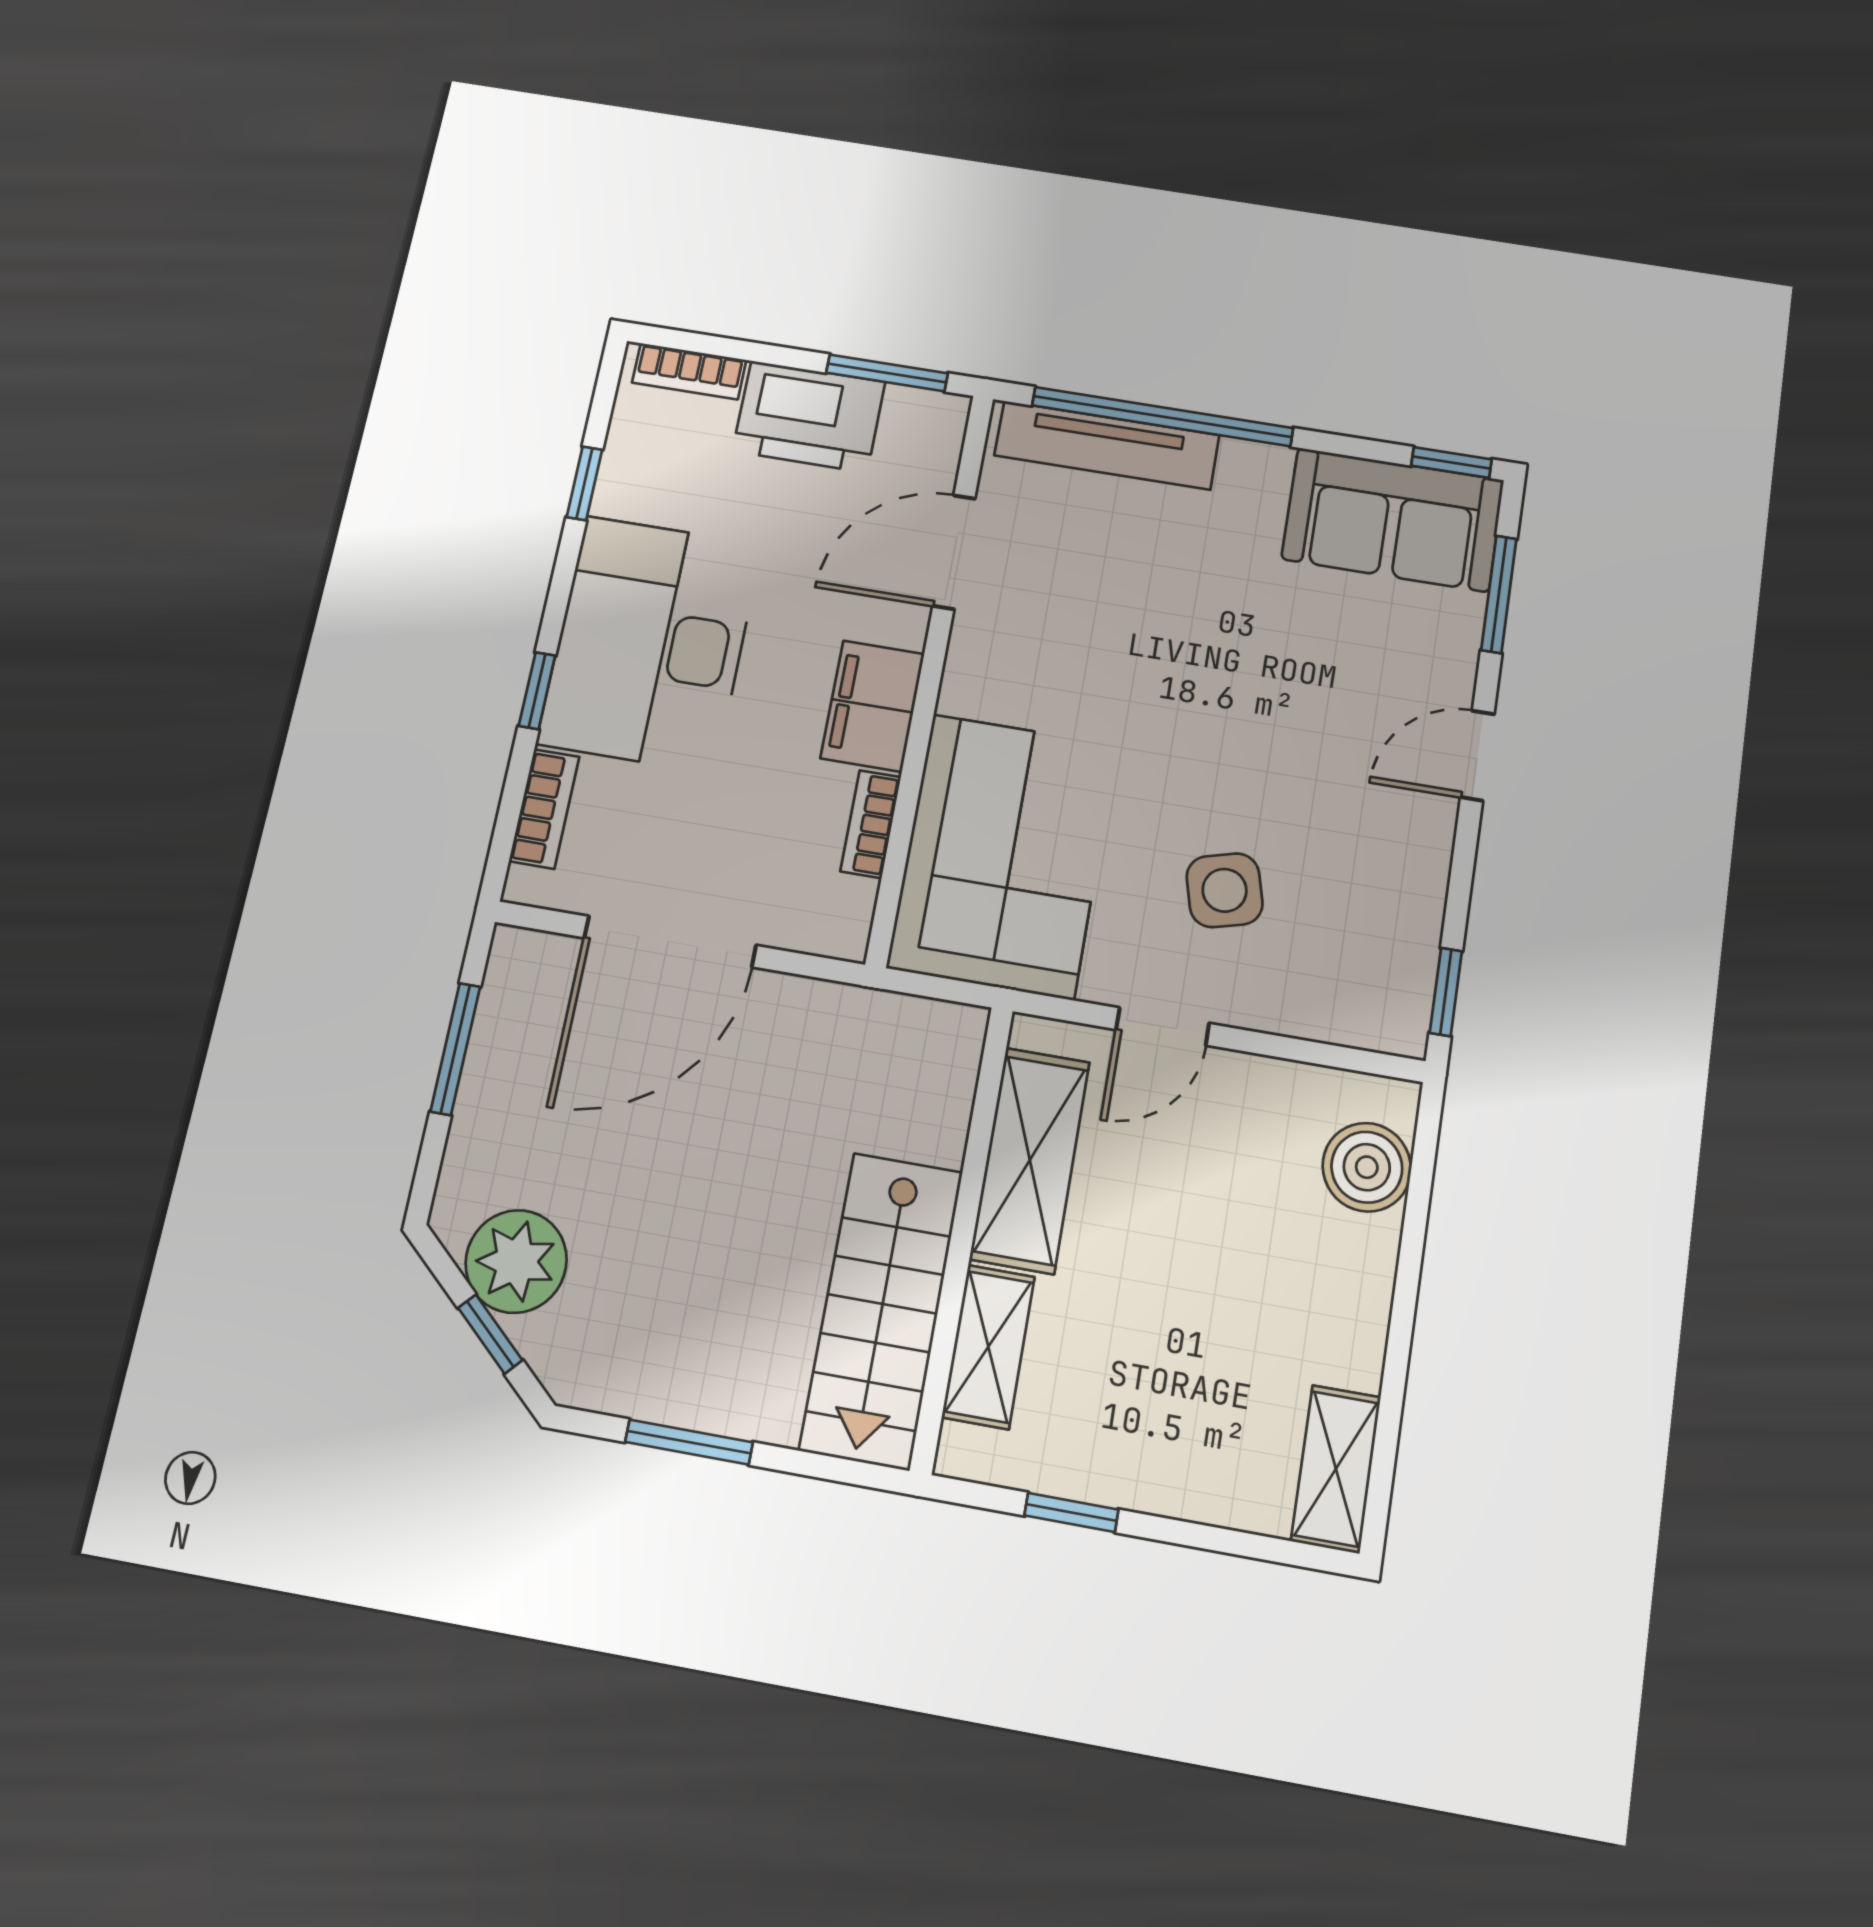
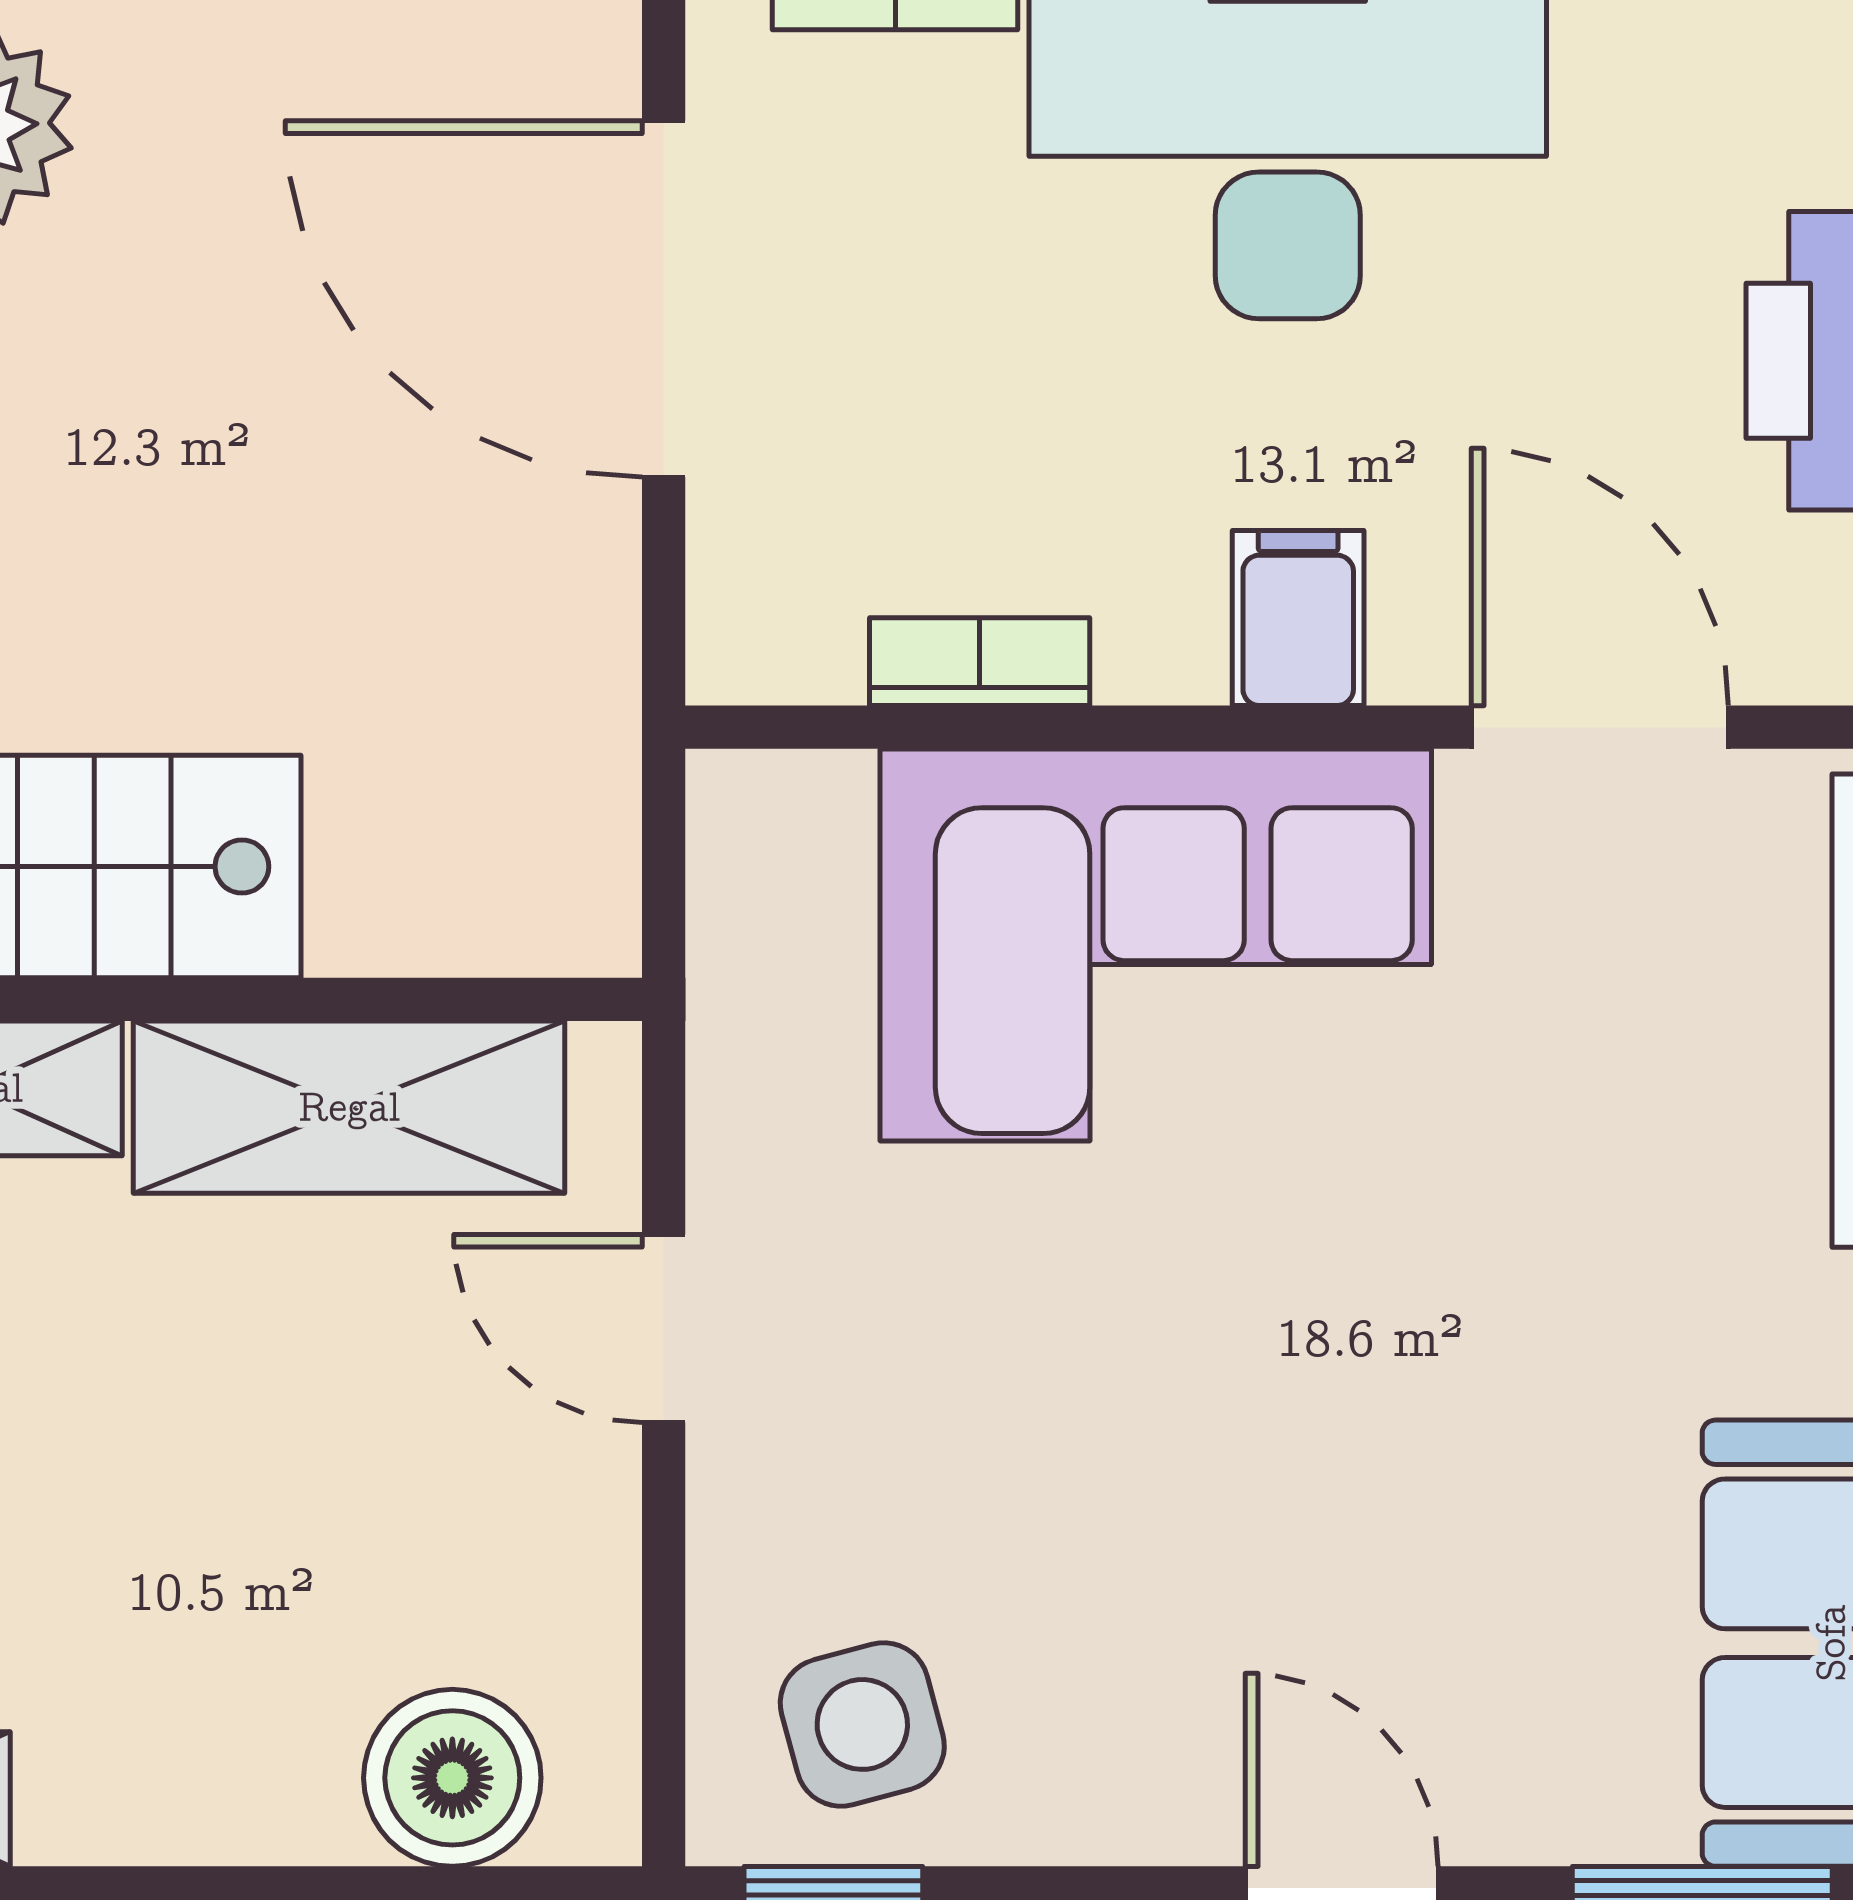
filing cabinet: (872, 706) -> (1298, 618), width x0.50
corner sofa: (1003, 856) -> (1156, 945), moved
side table: (1225, 890) -> (862, 1724), moved

